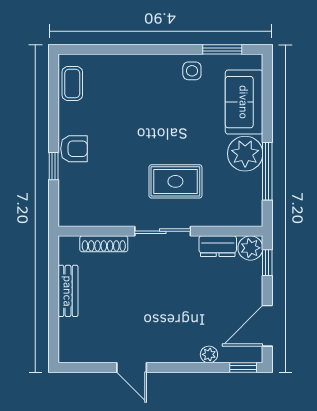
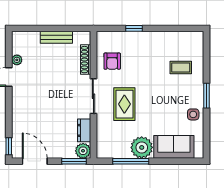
window: (222, 49) -> (207, 96), moved
coffee table: (72, 84) -> (181, 68), moved
armchair: (74, 149) -> (112, 61), moved
window: (267, 263) -> (74, 161), width x1.50
plant: (209, 354) -> (17, 60), moved

